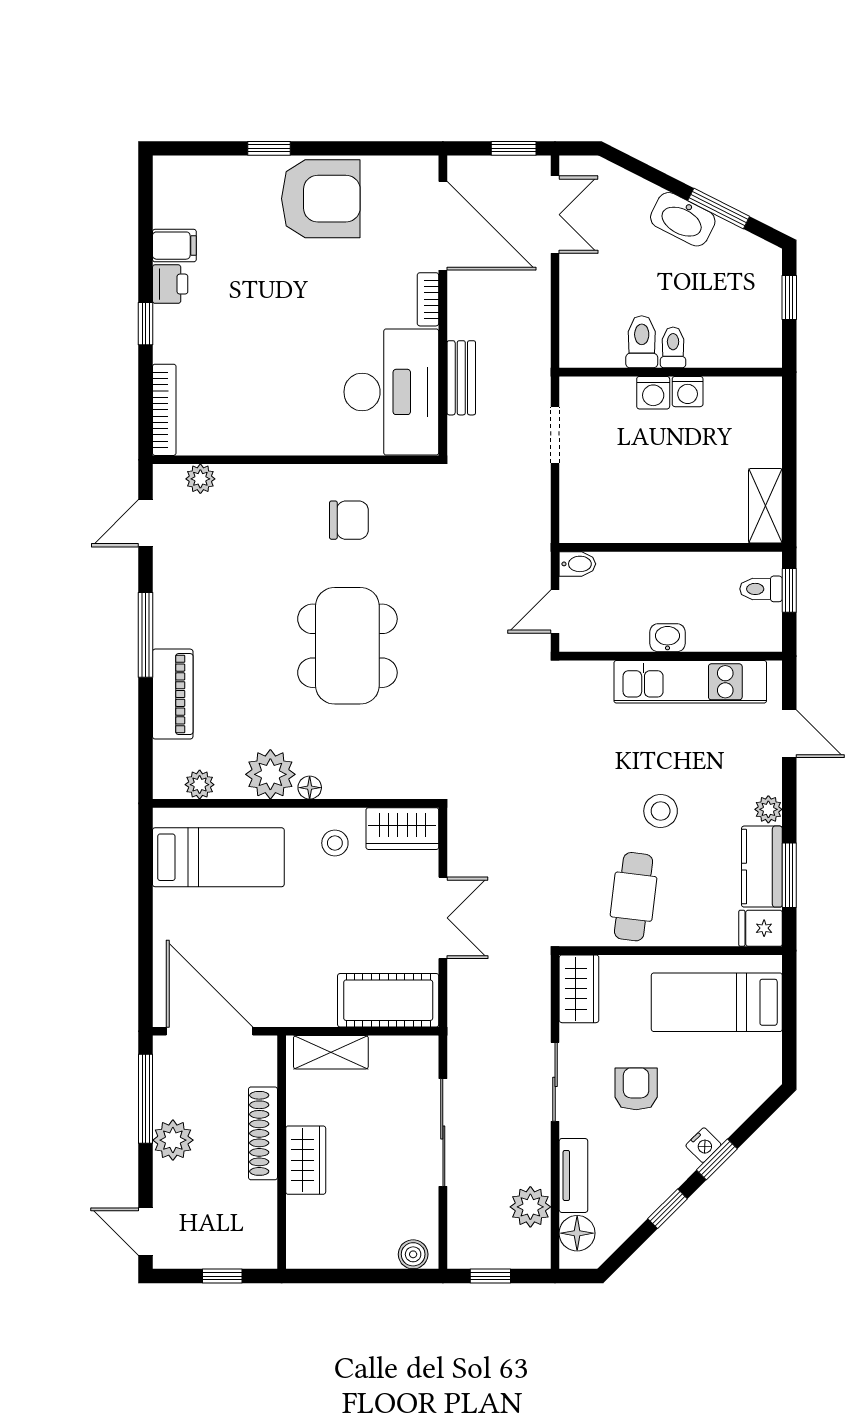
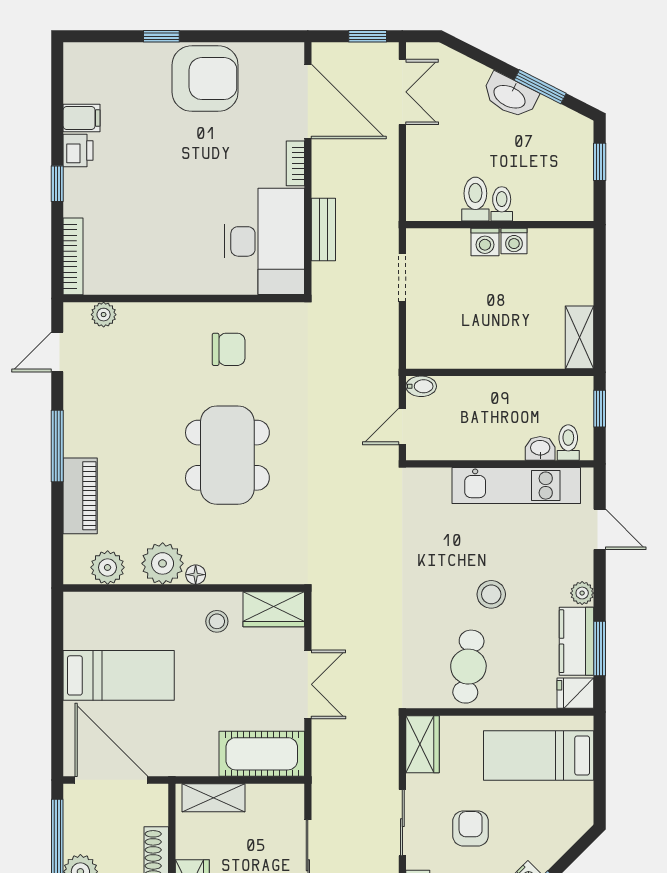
toilet: (761, 589) -> (568, 443), moved, turned 90
washbasin: (668, 638) -> (540, 448), moved
plant: (200, 785) -> (108, 567), width x1.38, depth x1.38
bed: (218, 857) -> (119, 675), moved

